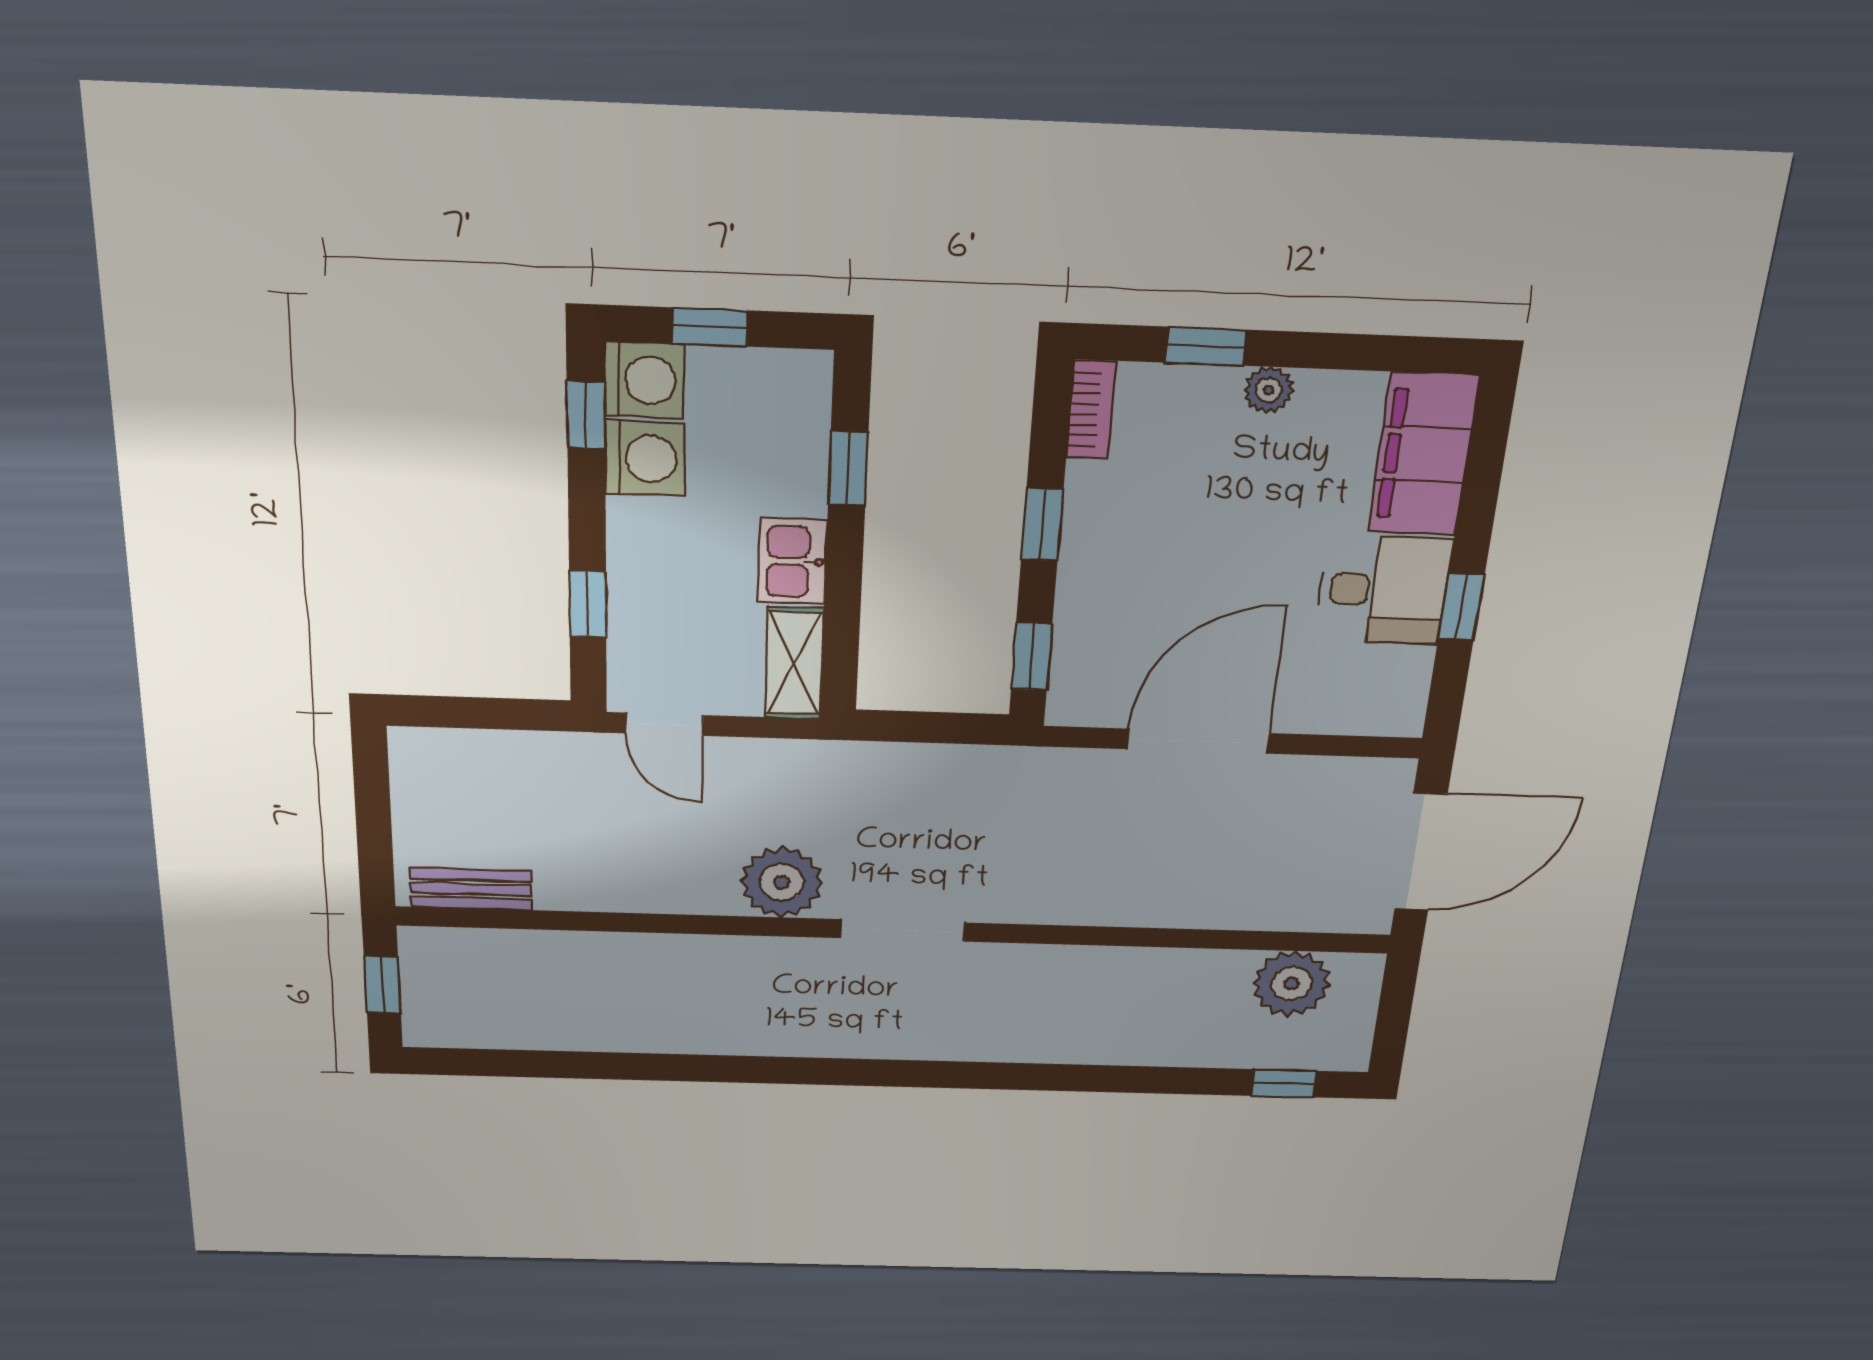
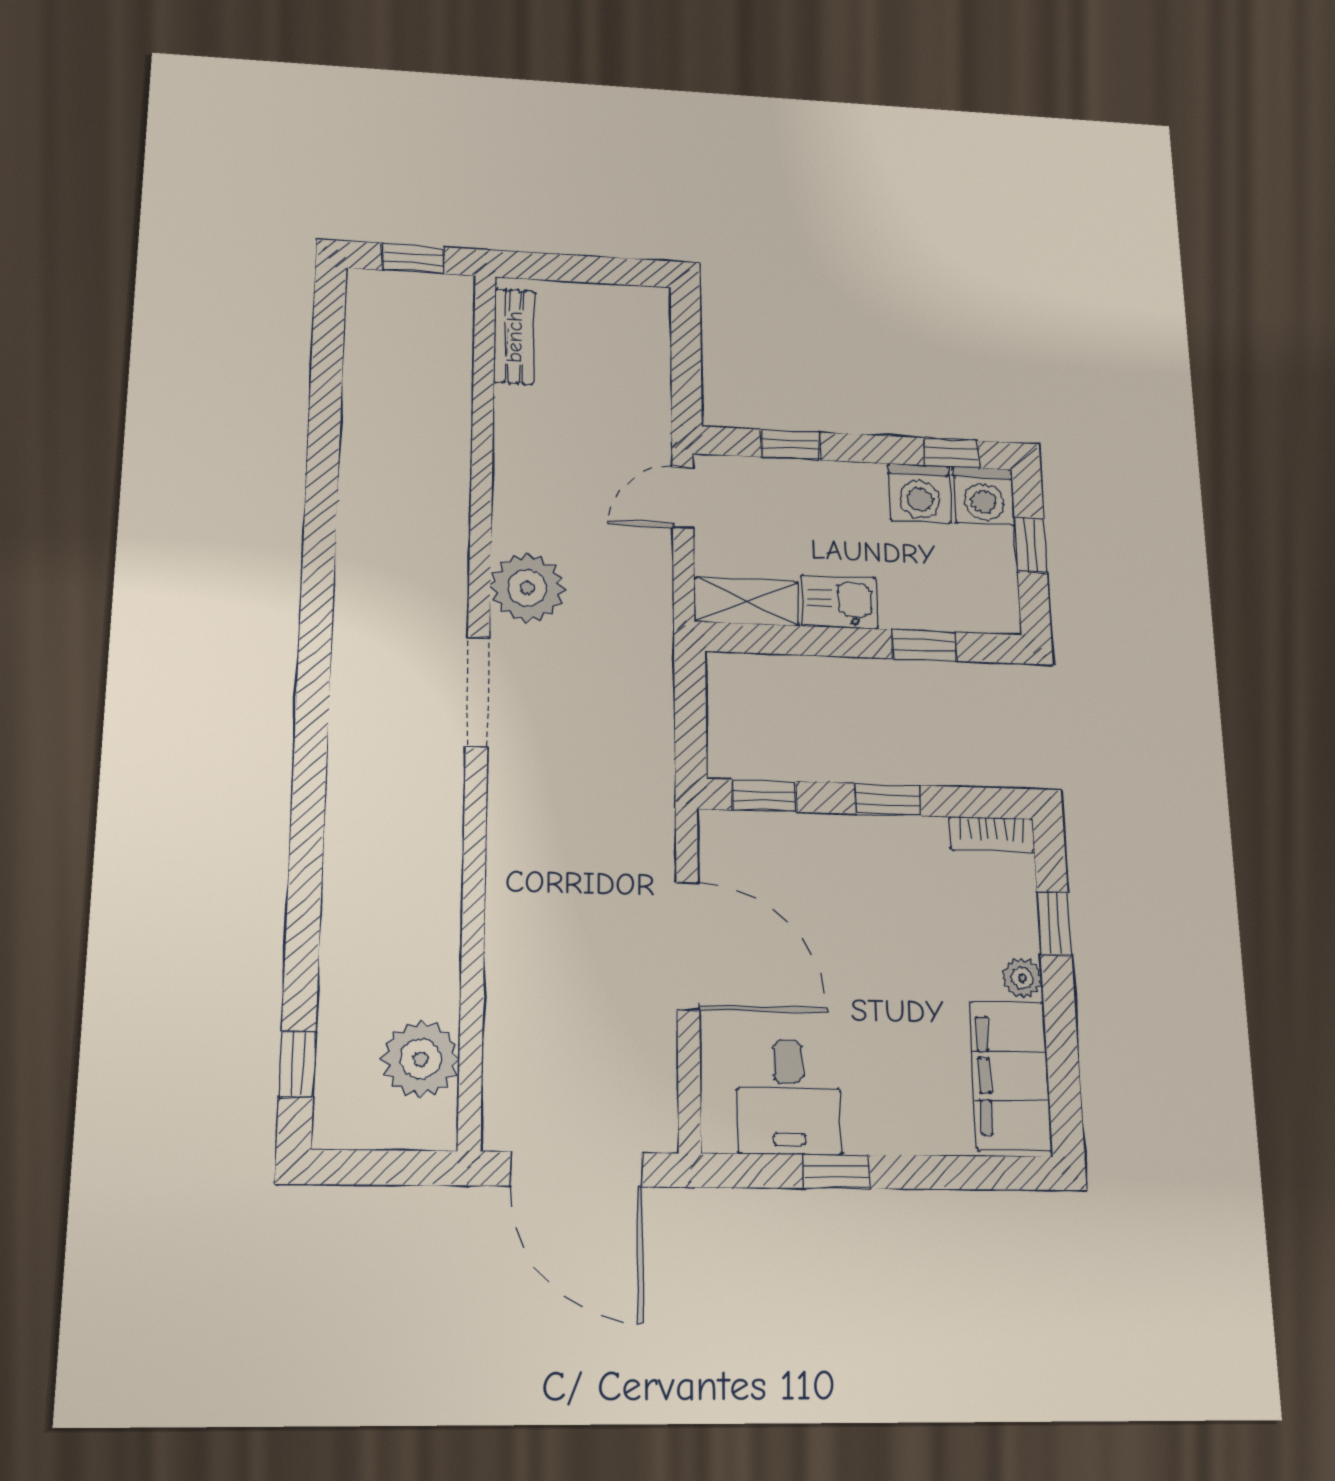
filing cabinet: (1423, 454) -> (1011, 1076), moved, turned -90
desk: (1383, 590) -> (789, 1097), moved

